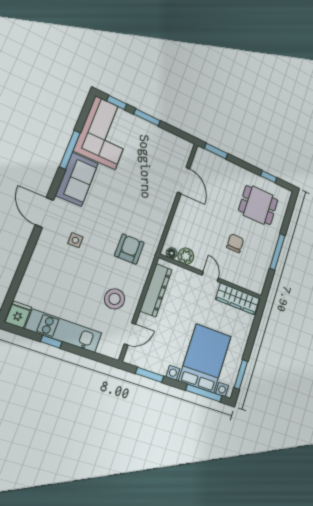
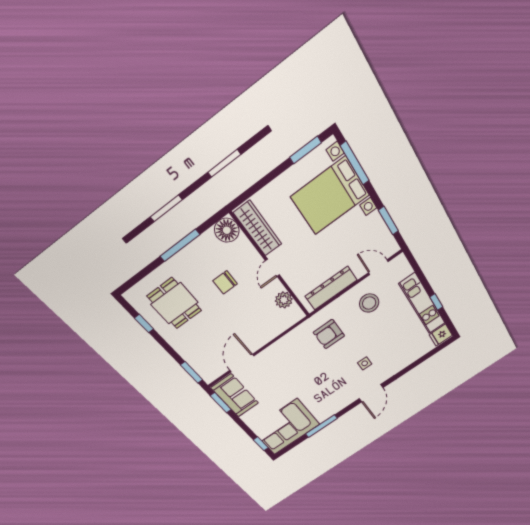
window: (147, 117) -> (221, 403), moved
sofa: (77, 179) -> (235, 395), moved, turned 90
floor lamp: (172, 253) -> (227, 230), moved, width x1.89, depth x1.89

